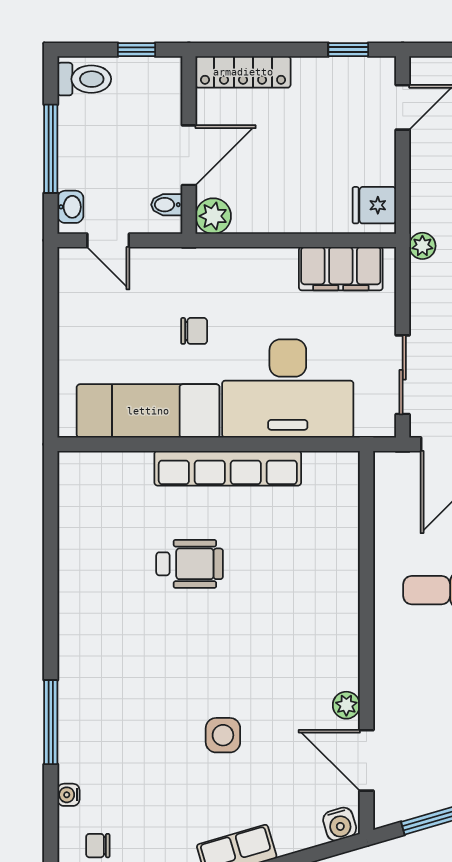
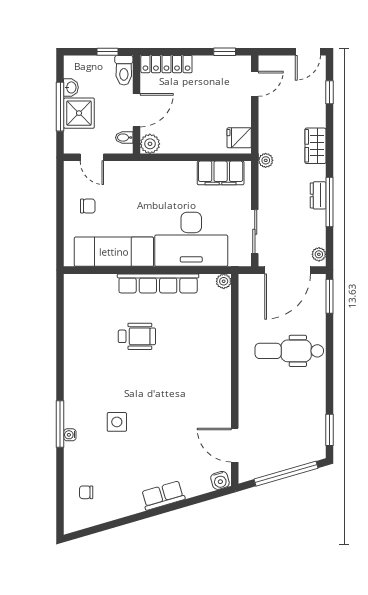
toilet: (84, 79) -> (124, 70), moved, turned 90
shower: (85, 160) -> (79, 113), added
washbasin: (70, 207) -> (71, 87), moved
chair: (194, 331) -> (88, 206), moved
plant: (346, 705) -> (224, 281), moved
side table: (223, 735) -> (117, 422), moved
water cooler: (68, 795) -> (70, 435), moved

